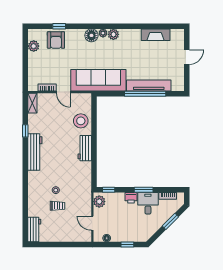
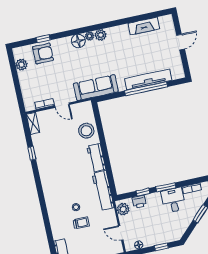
armchair: (56, 40) -> (43, 53), turned -90
sofa: (98, 80) -> (96, 88), width x0.74, depth x0.79
workbench: (35, 152) -> (103, 191), moved, turned 180
window: (109, 190) -> (143, 192), moved
printer: (131, 198) -> (139, 202), moved

